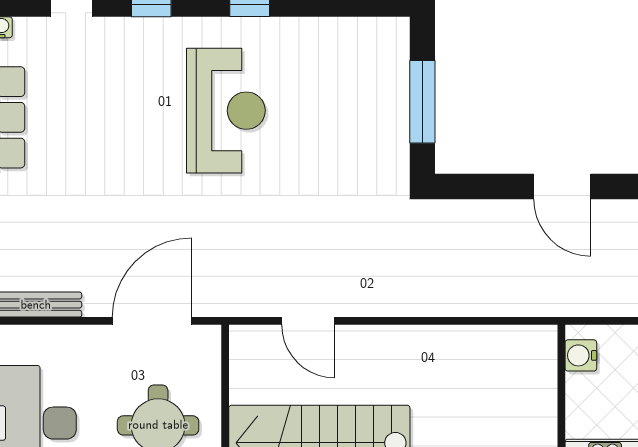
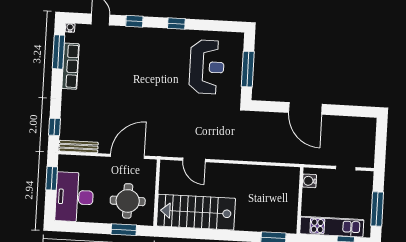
reception desk: (226, 111) -> (207, 67), moved
door: (562, 186) -> (305, 108), width x1.36

